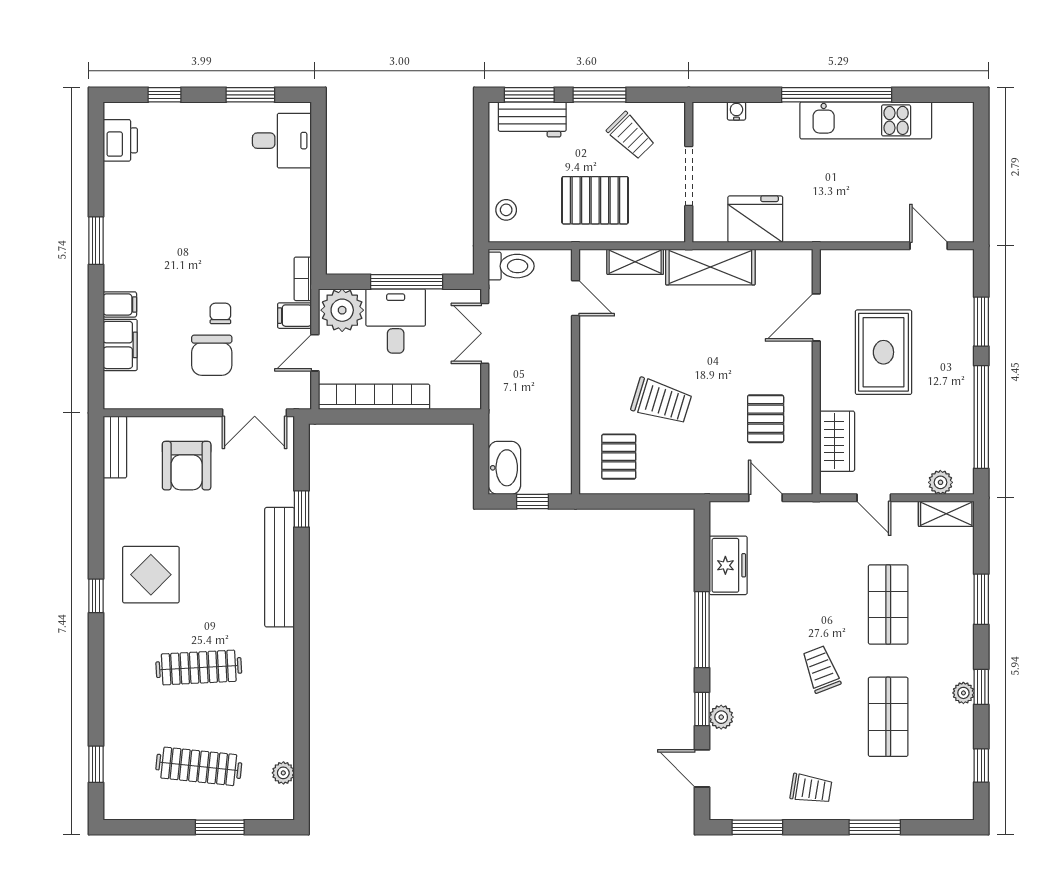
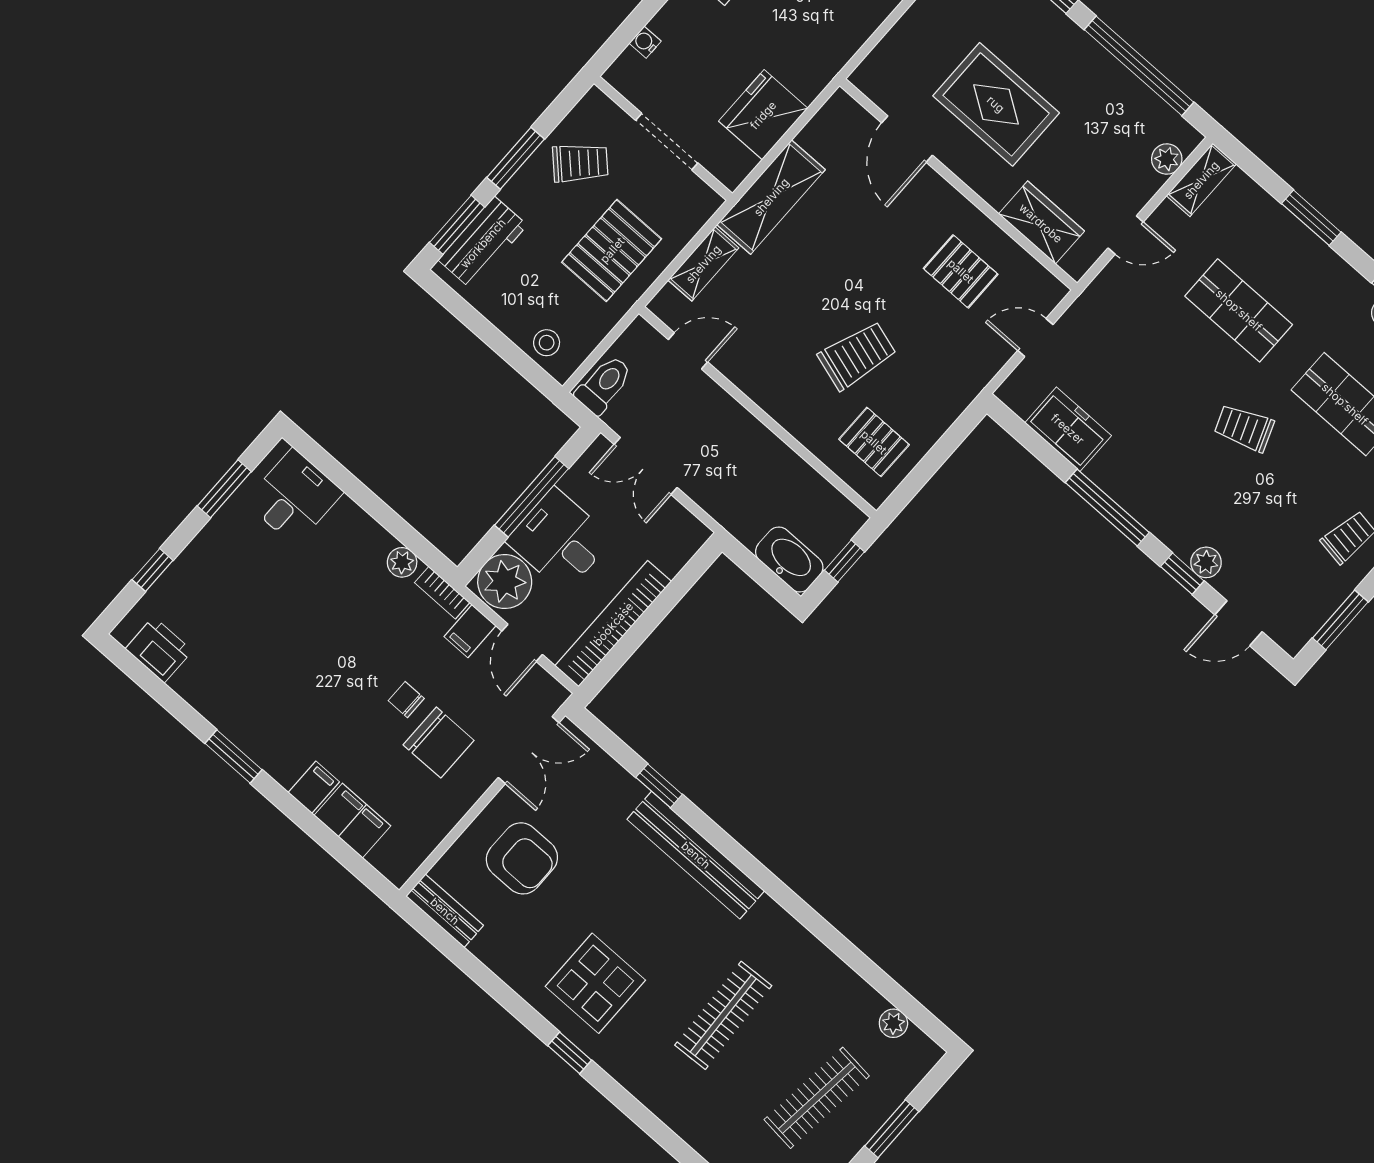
plant: (300, 239) -> (402, 562), added

